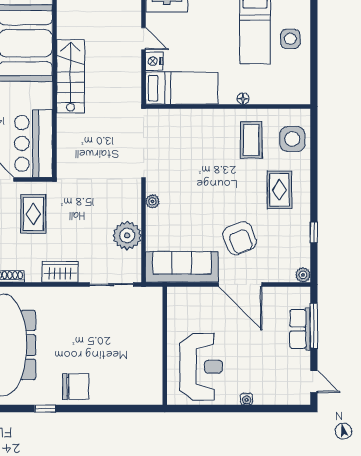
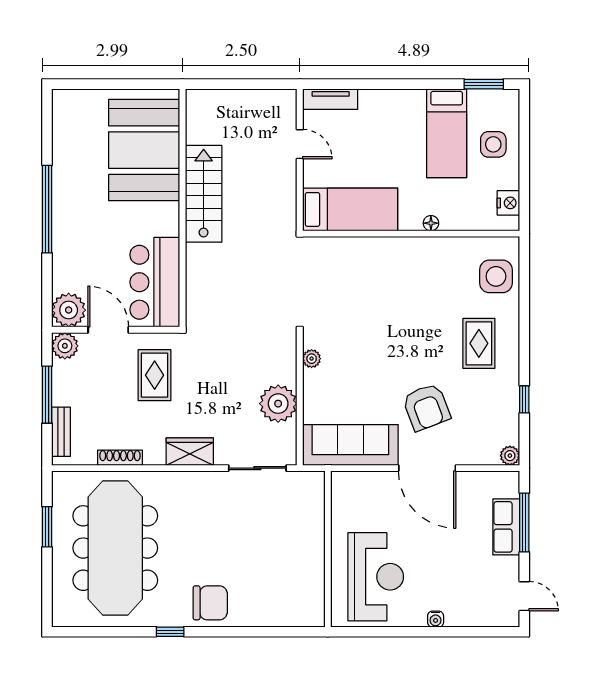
nightstand: (154, 61) -> (508, 203), moved, turned 180
coffee table: (251, 140) -> (442, 277), removed

